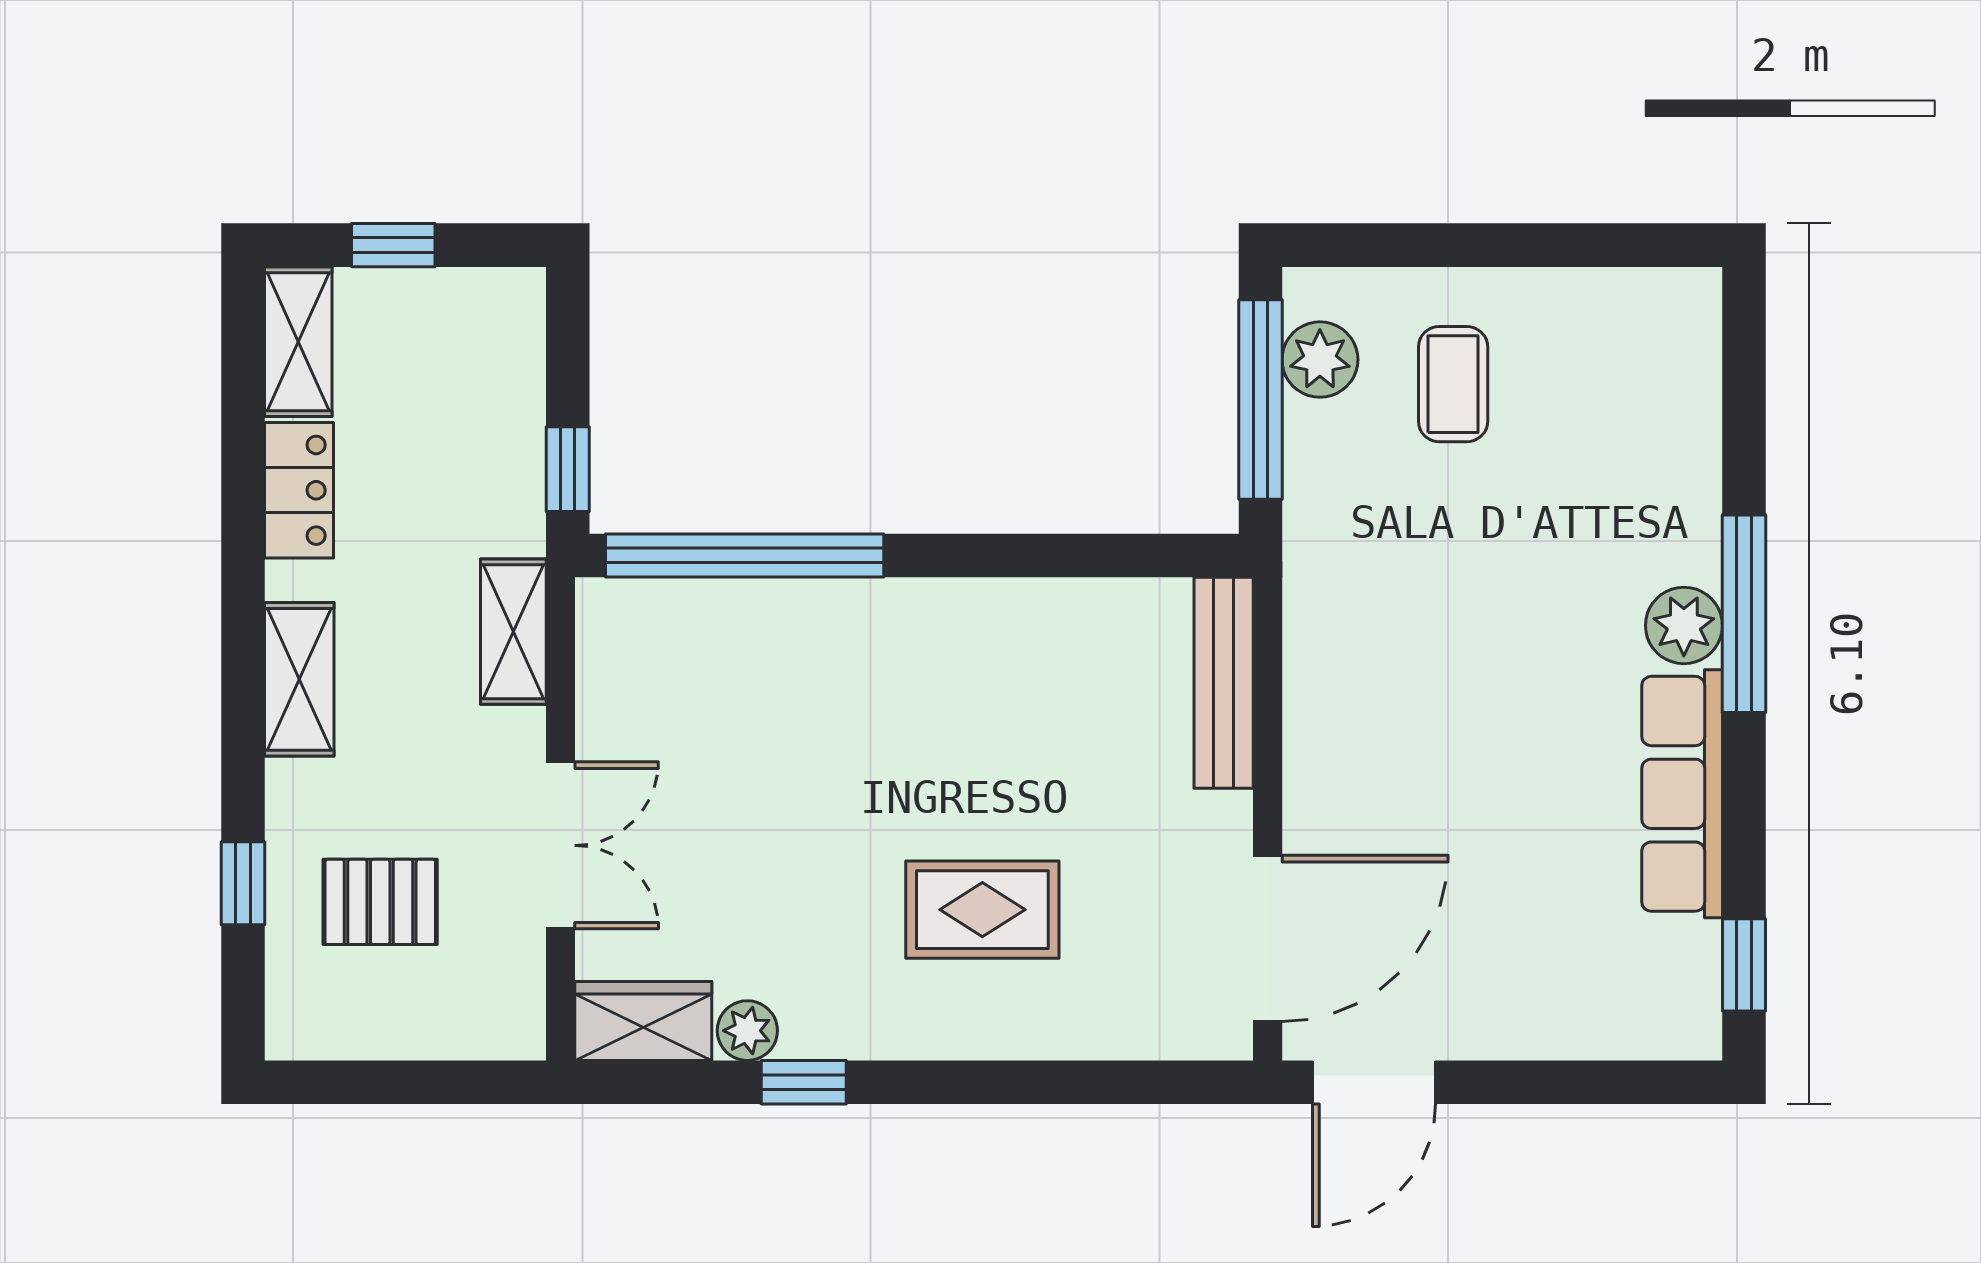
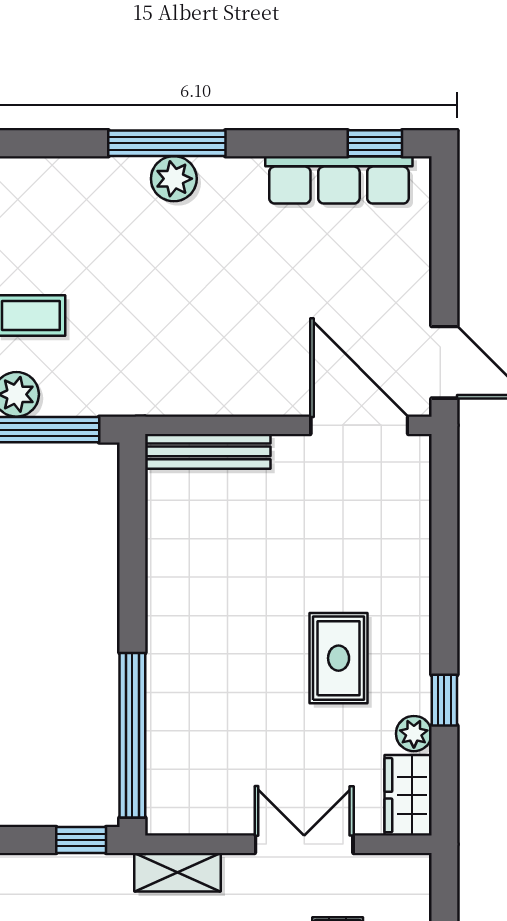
row of seats: (1682, 794) -> (339, 180), moved
rug: (982, 910) -> (339, 658), moved

